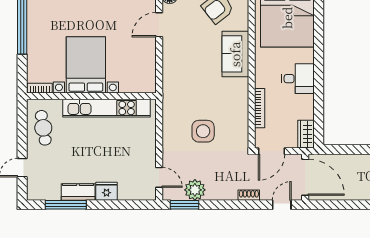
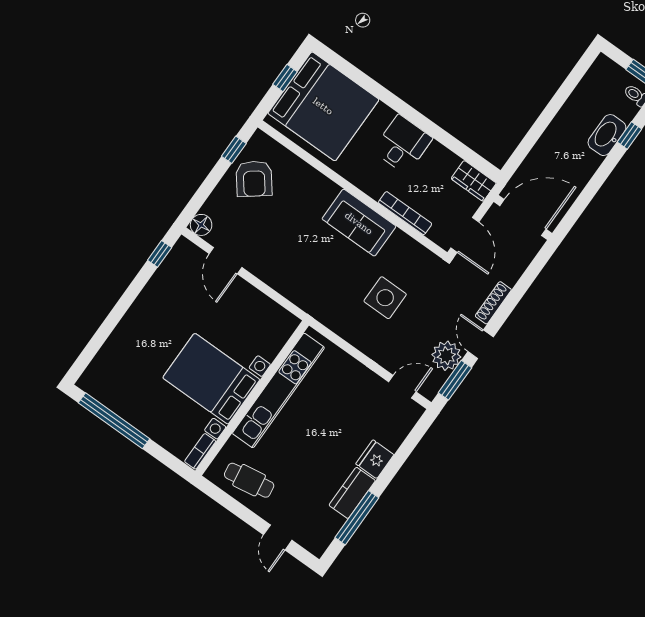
sofa: (235, 54) -> (359, 223), moved
shoe rack: (249, 195) -> (493, 303), width x1.43
door: (282, 205) -> (481, 344), moved

